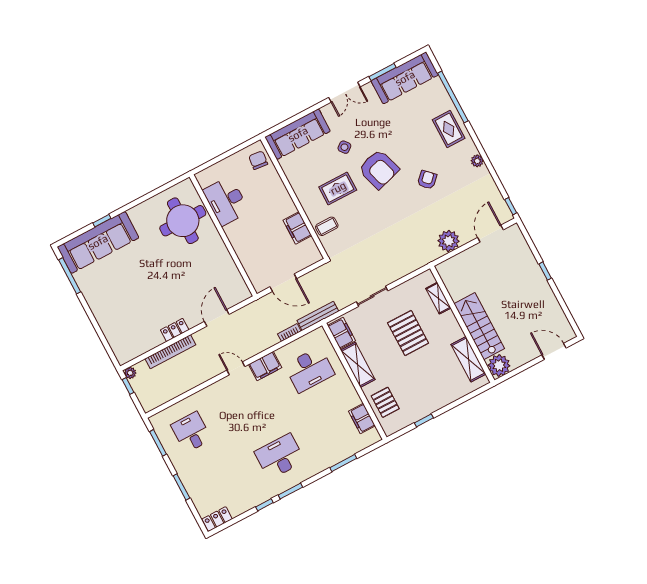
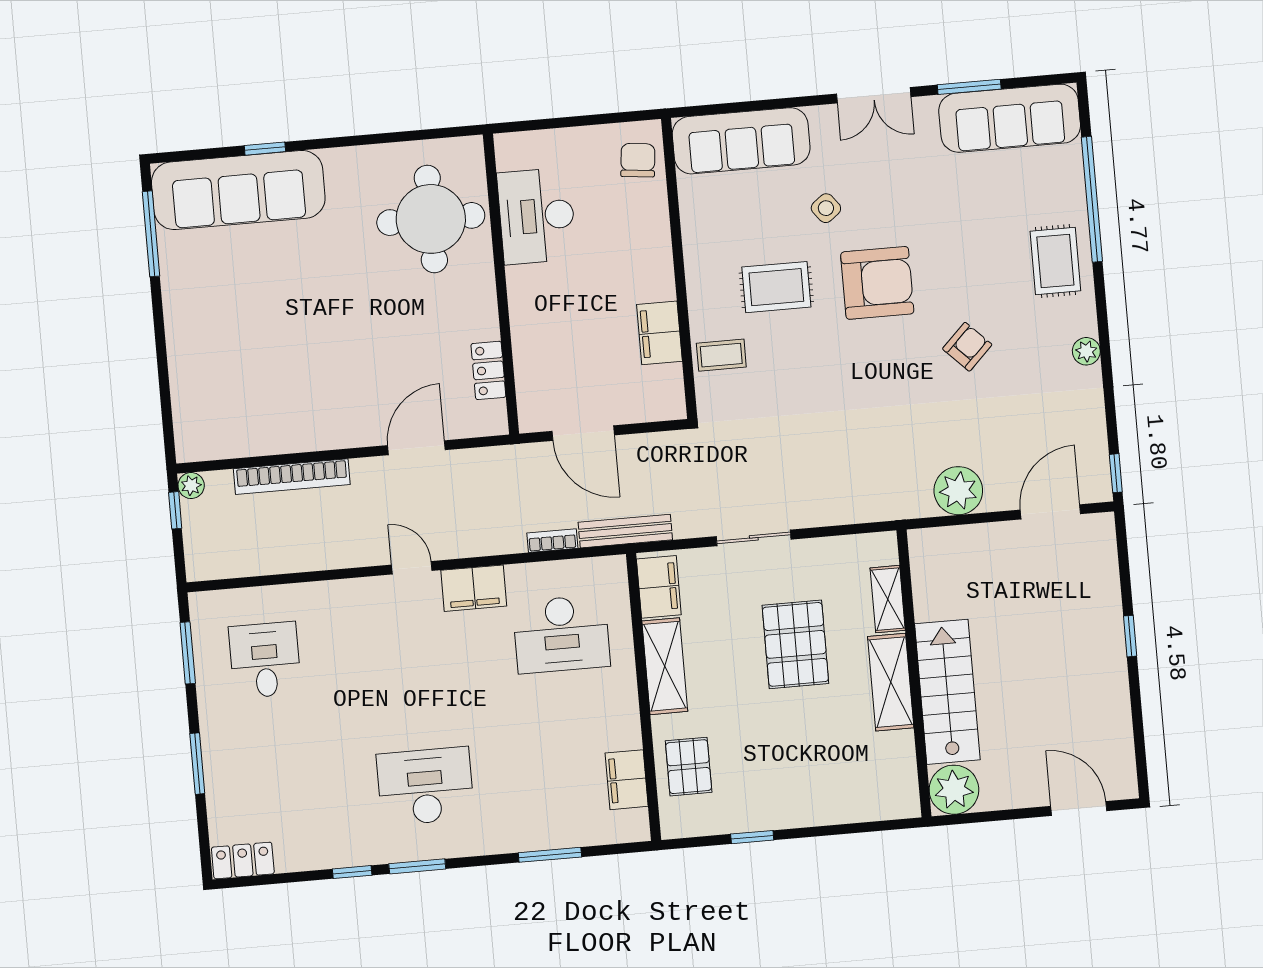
armchair: (379, 169) -> (877, 283), turned -73
locker: (175, 330) -> (488, 370), moved, turned -90
shelving: (468, 359) -> (891, 682), moved

